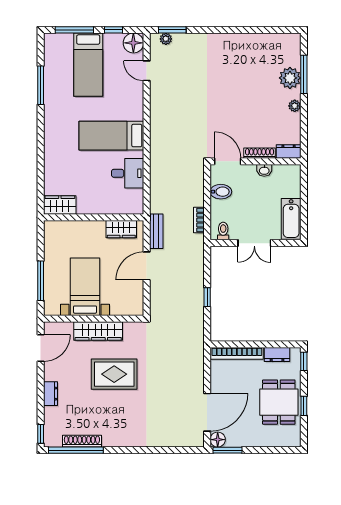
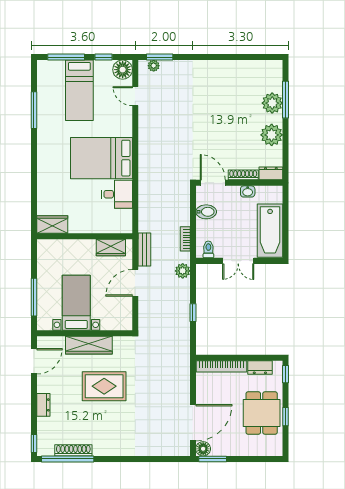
plant: (295, 106) -> (272, 135), width x1.88, depth x1.88
bed: (111, 136) -> (101, 158), width x1.50
bathtub: (291, 219) -> (270, 231), width x1.36, depth x1.36
plant: (196, 253) -> (183, 271), added

